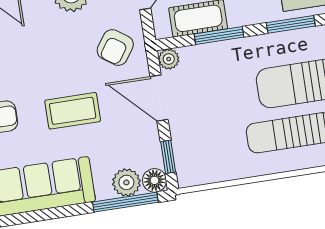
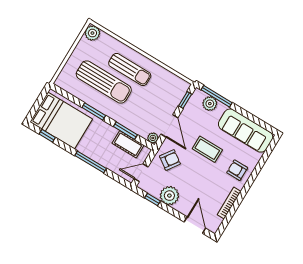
floor lamp: (154, 180) -> (198, 95), removed

